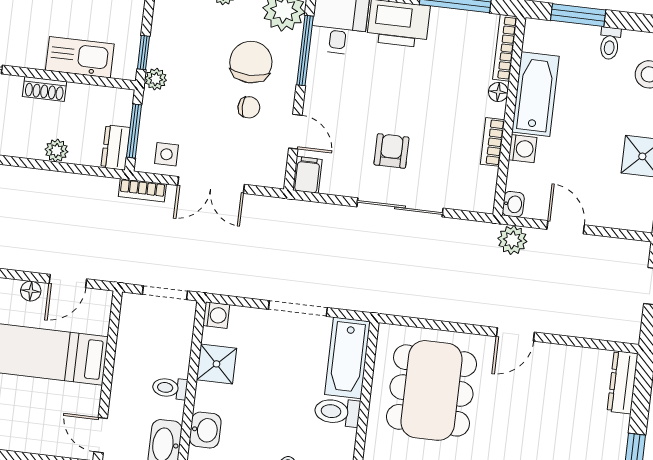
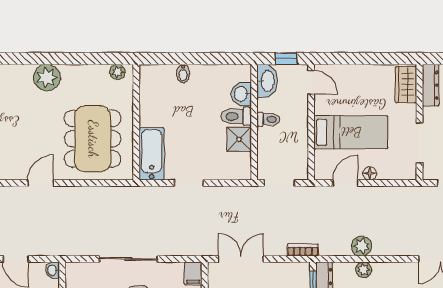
side table: (166, 154) -> (289, 276), removed
double door: (211, 185) -> (241, 259), moved
plant: (512, 240) -> (362, 246), moved
doorway: (298, 308) -> (189, 183), width x0.73
washing machine: (216, 315) -> (243, 172), removed
toilet: (337, 412) -> (236, 116), moved, turned 180

